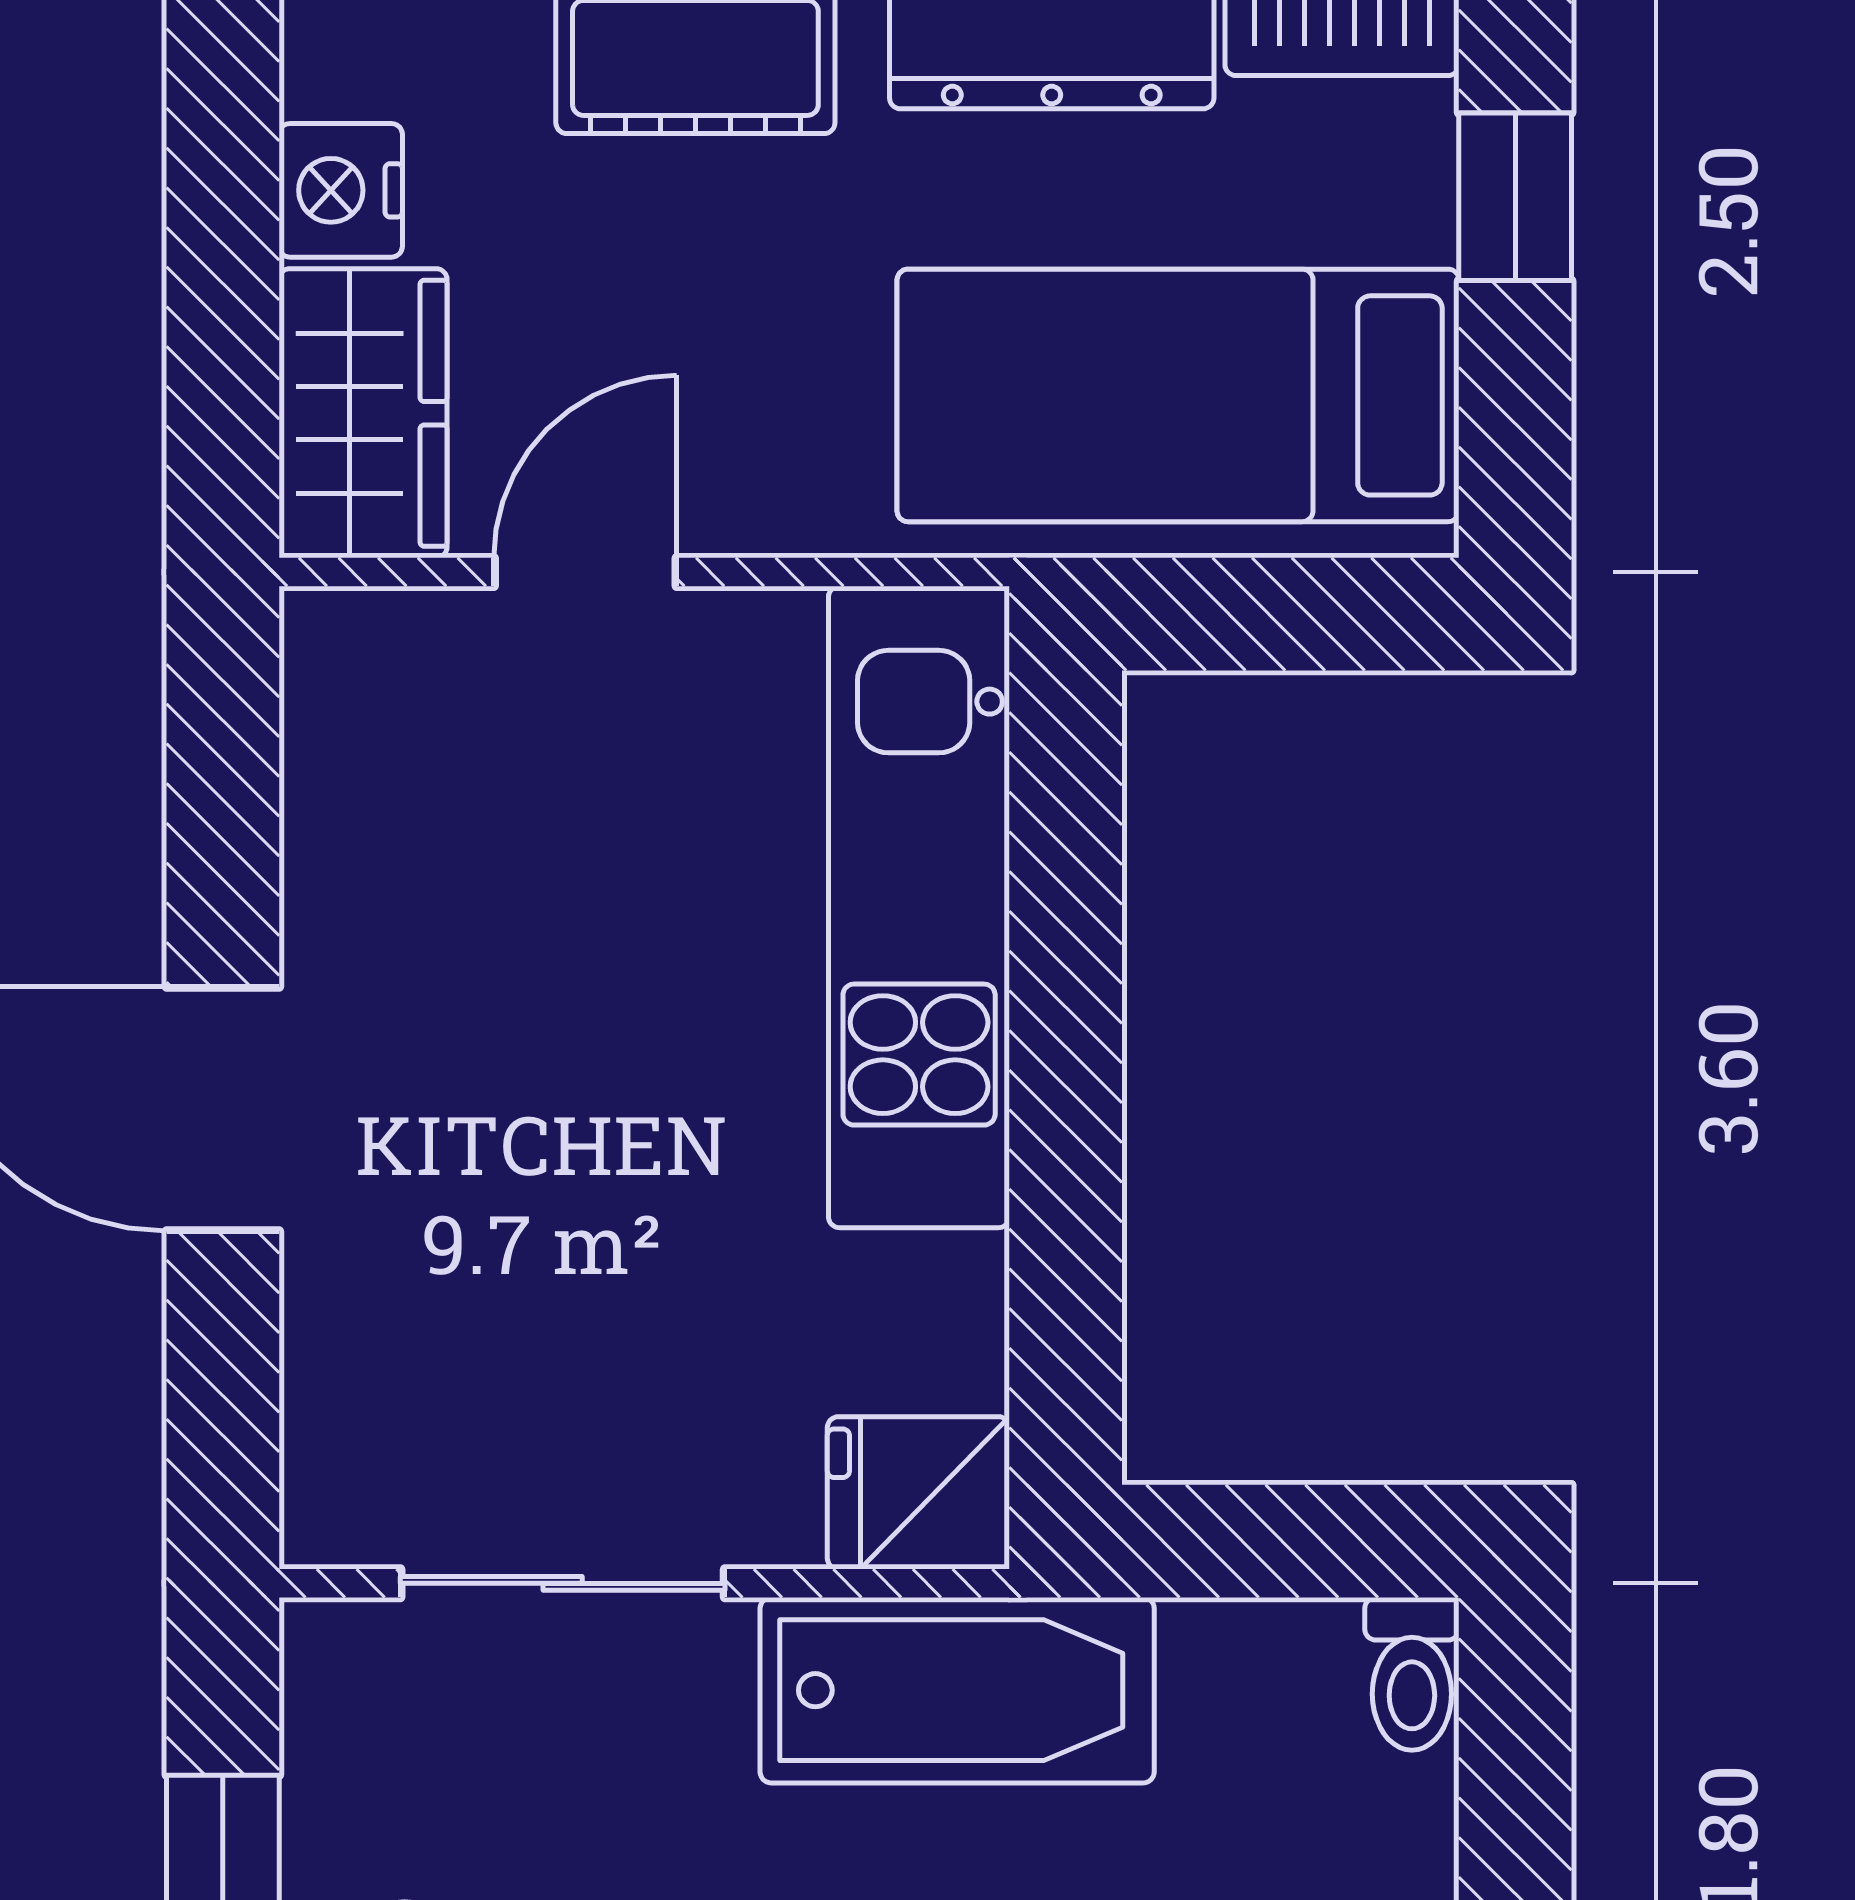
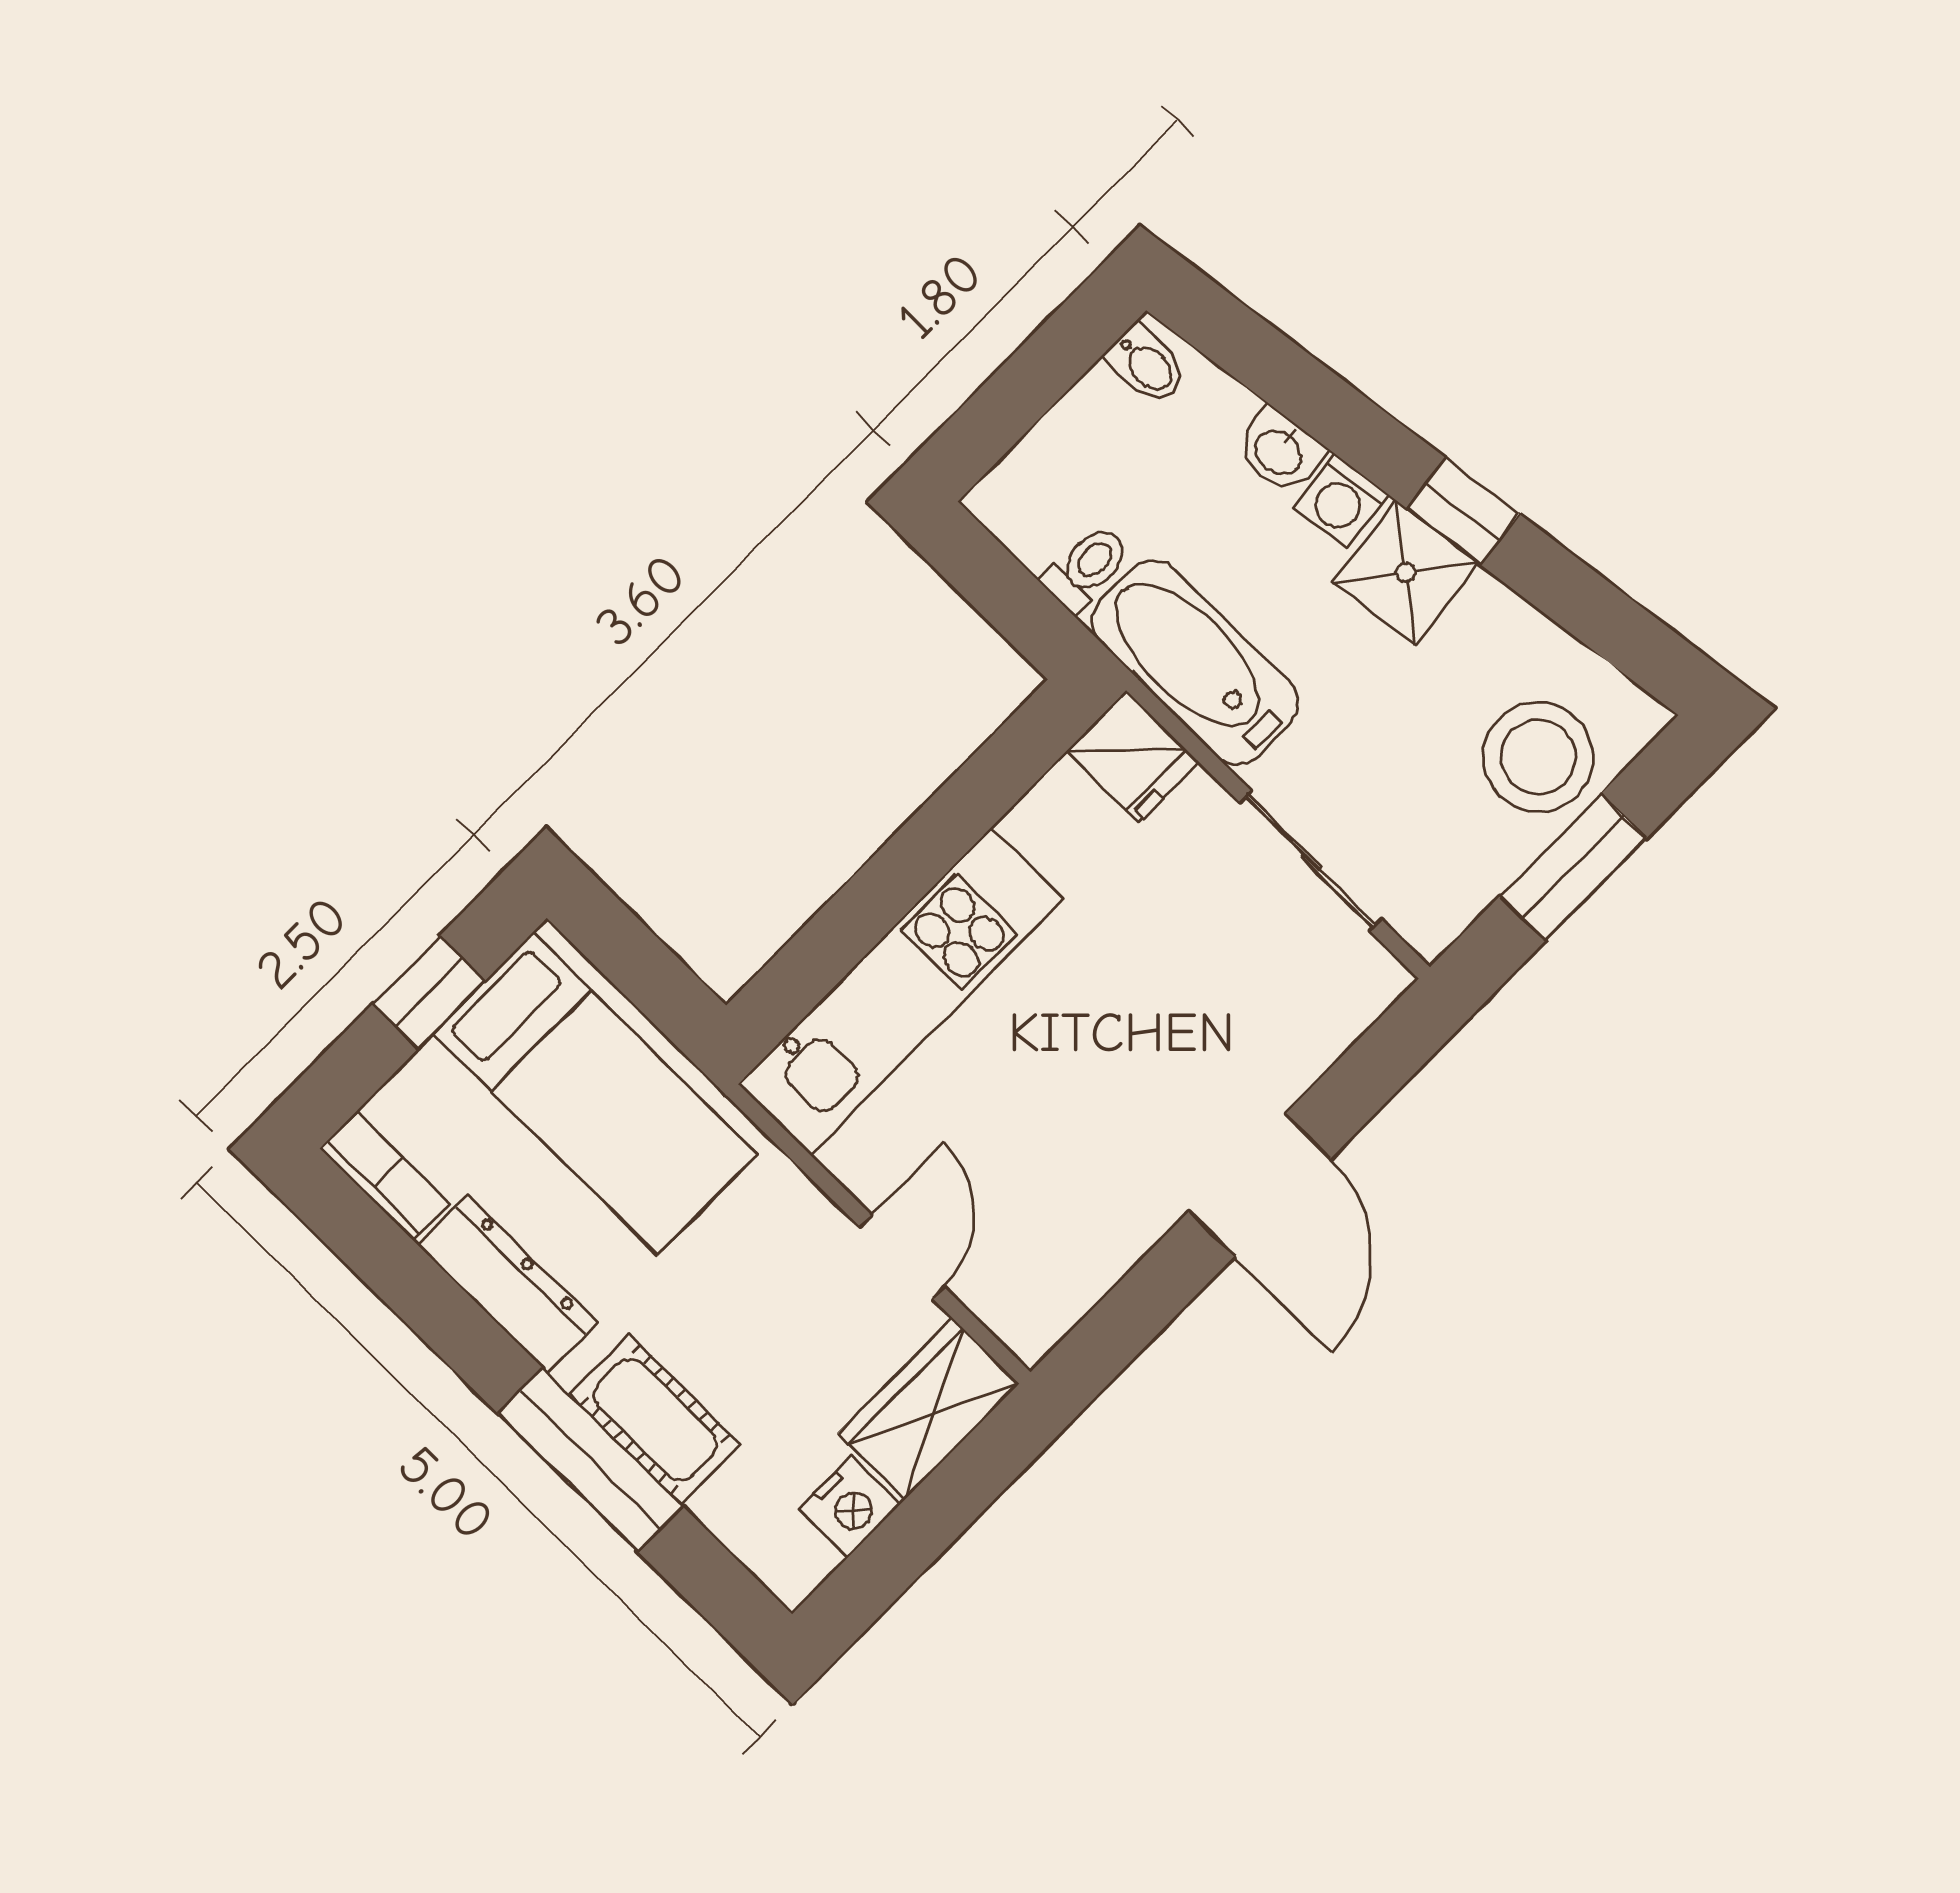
window: (1515, 197) -> (429, 993), moved
door: (585, 572) -> (902, 1257), swing flipped
toilet: (1412, 1674) -> (1086, 568), moved

